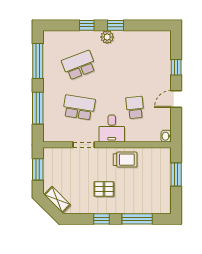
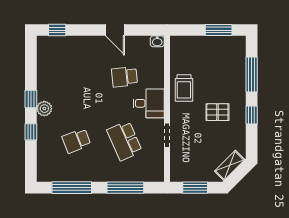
school desk: (79, 65) -> (76, 141), width x0.54
window: (176, 67) -> (57, 30), moved
school desk: (79, 107) -> (125, 141), turned -33
trolley: (125, 160) -> (184, 88), turned 180
window: (176, 174) -> (219, 30), moved
pallet: (104, 189) -> (217, 112), turned 90

